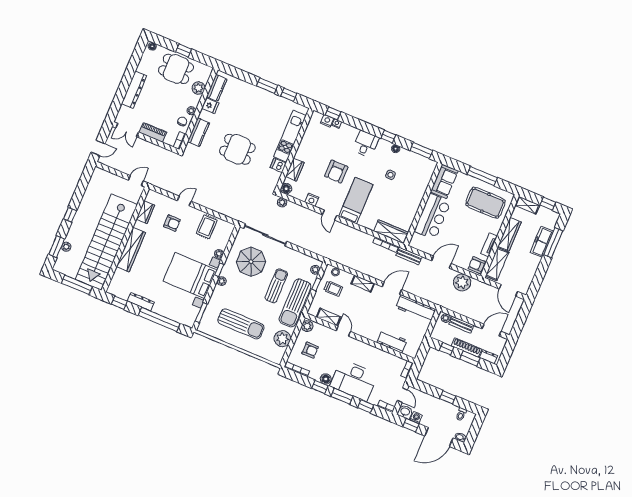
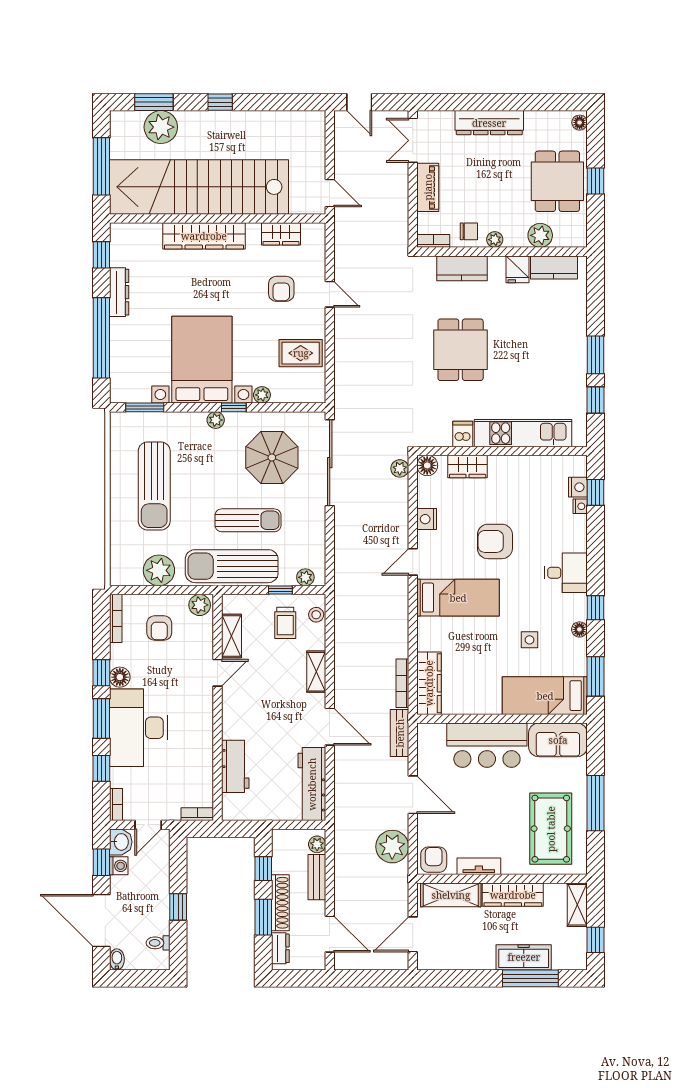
bed: (420, 179) -> (545, 696), added
plant: (66, 247) -> (161, 127), width x1.87, depth x1.87

